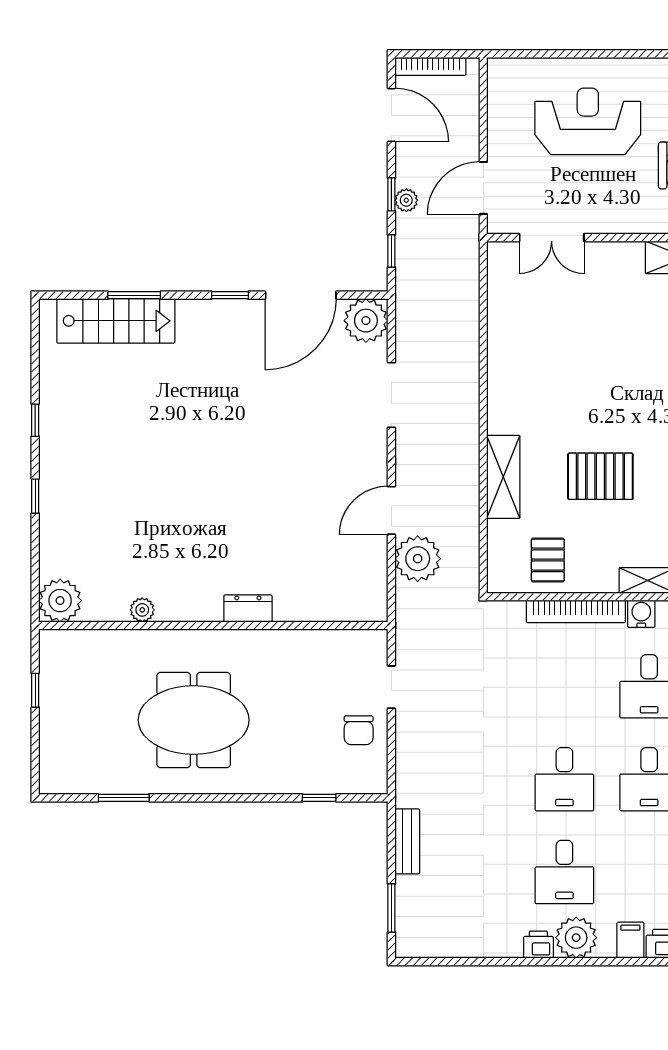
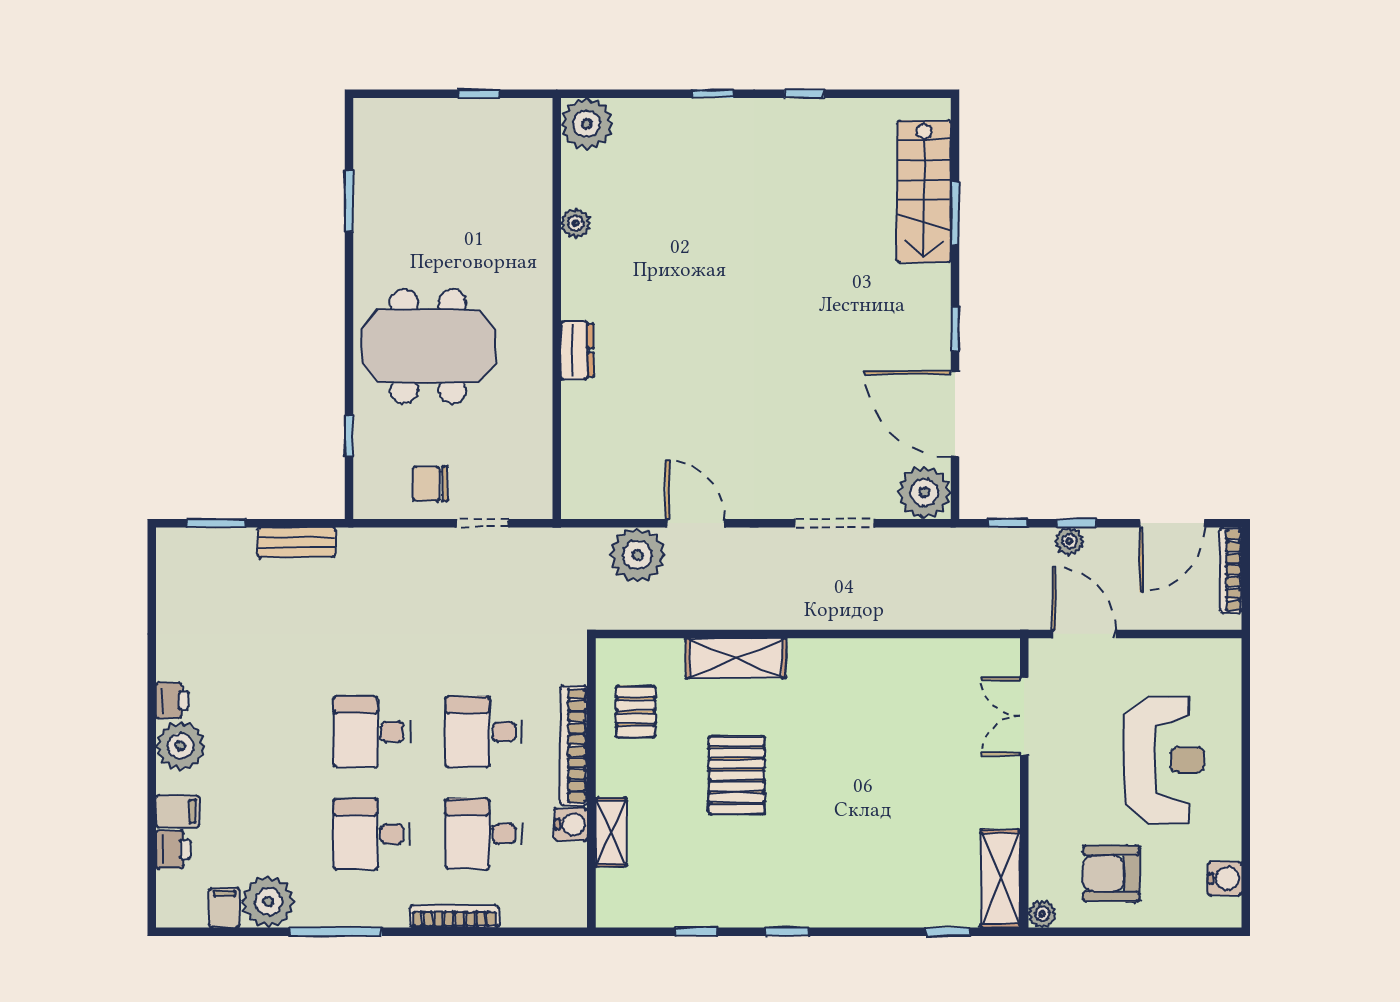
pallet: (548, 560) -> (636, 712), turned 90
meeting table: (194, 720) -> (428, 346), moved, turned 90
desk: (564, 872) -> (483, 732), moved

